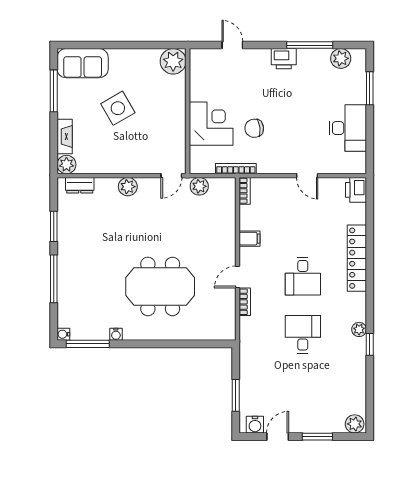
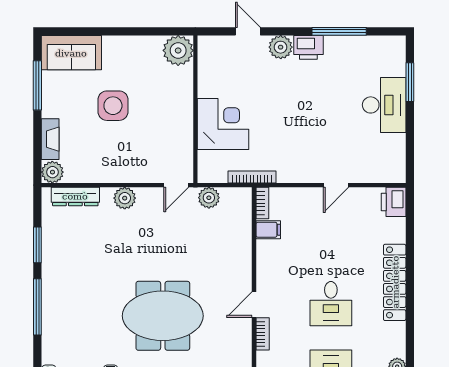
plant: (341, 58) -> (281, 47), moved
side table: (118, 108) -> (113, 106), turned 30
chair: (254, 128) -> (274, 129), removed
desk: (348, 128) -> (384, 105), moved
door: (307, 176) -> (336, 185), hinge flipped
dresser: (80, 185) -> (75, 196), width x1.44
filing cabinet: (250, 239) -> (268, 230), moved

